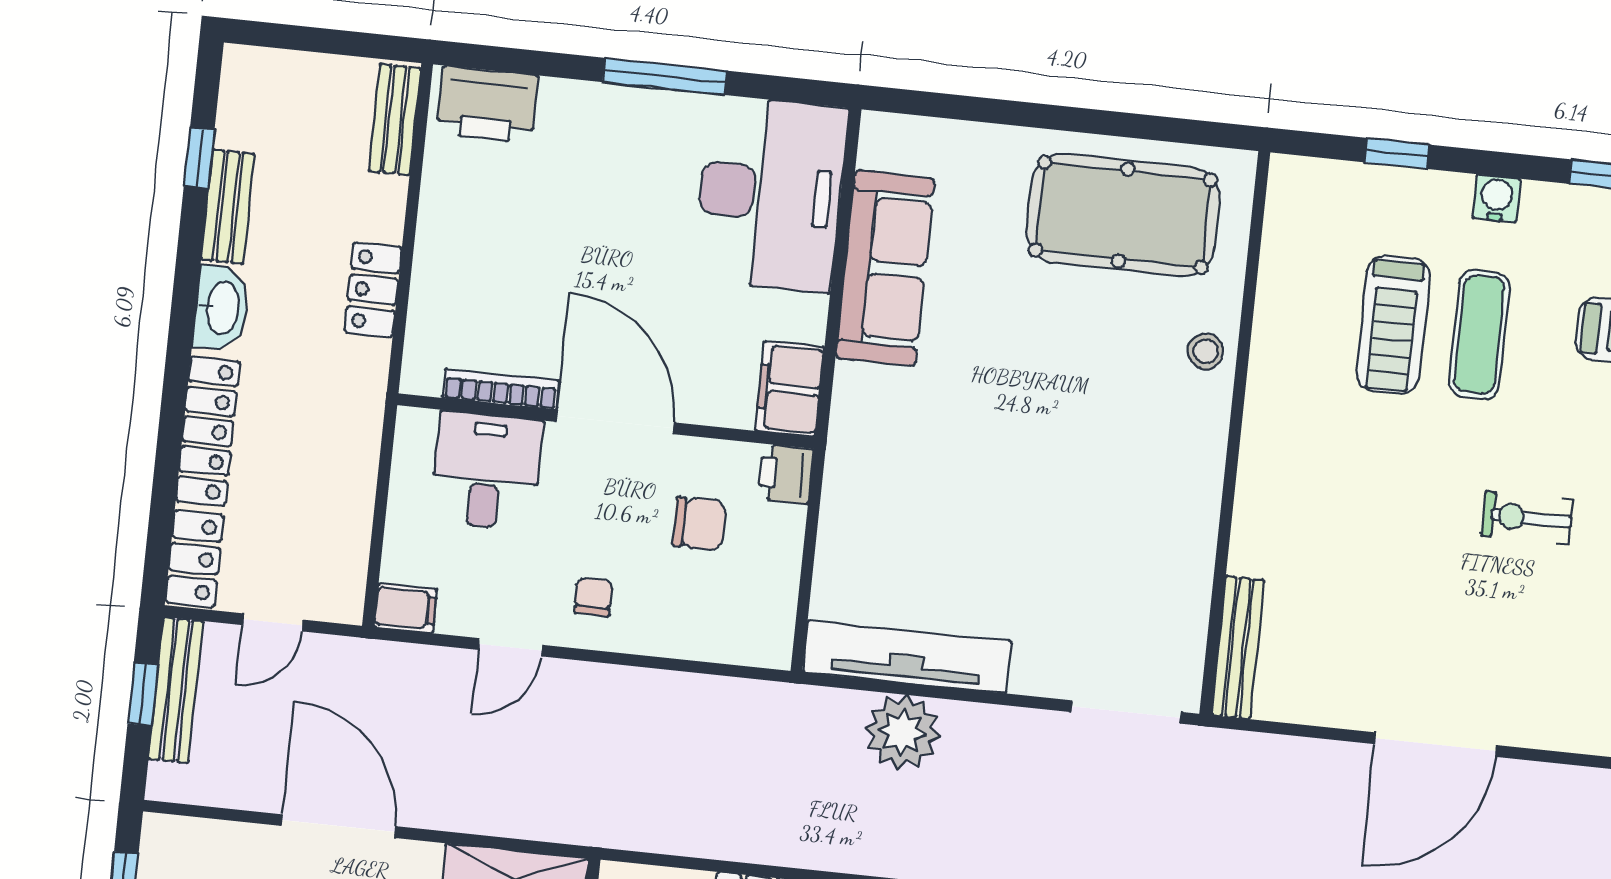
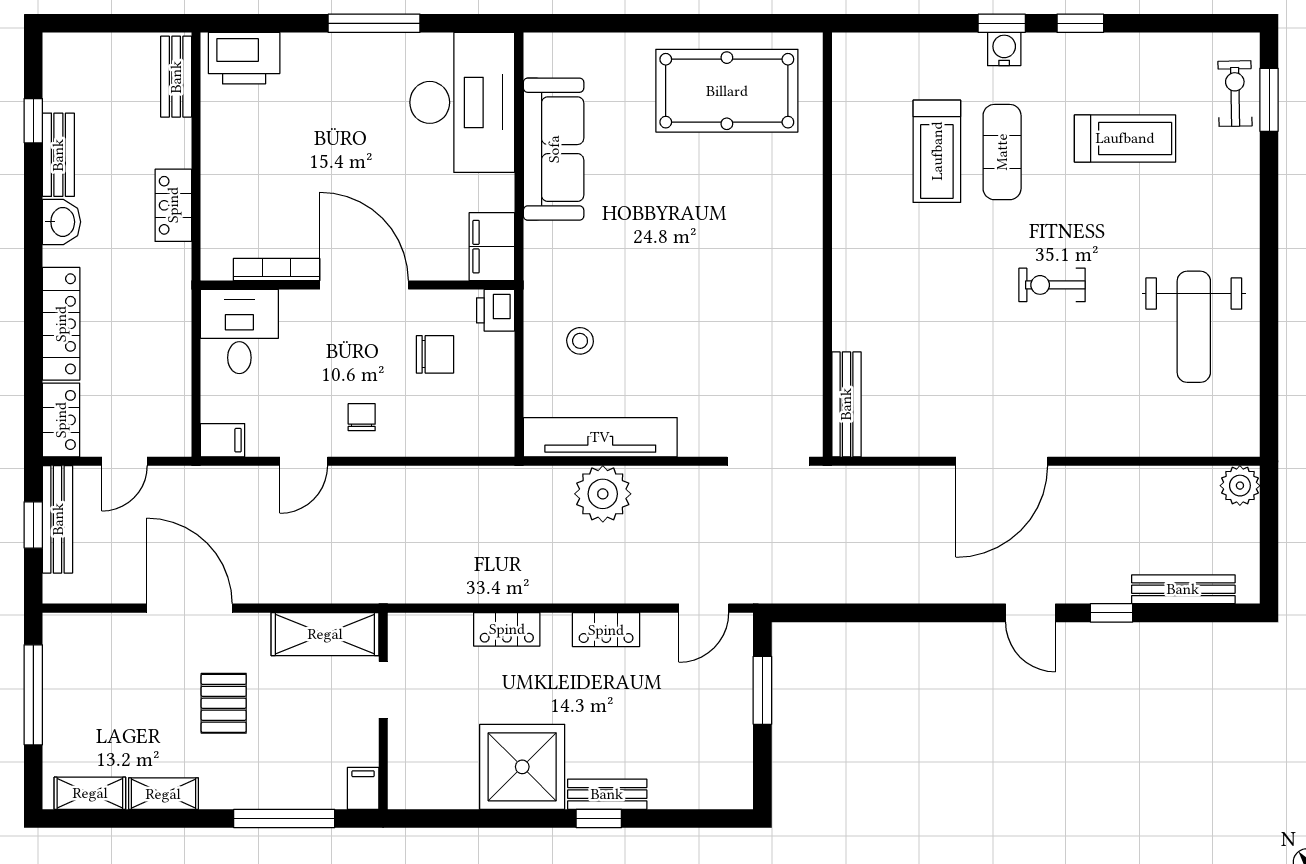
window: (1397, 153) -> (1002, 23), moved
washbasin: (221, 308) -> (62, 222), width x0.72
stool: (1206, 351) -> (580, 341), moved
desk: (486, 471) -> (239, 332), moved

